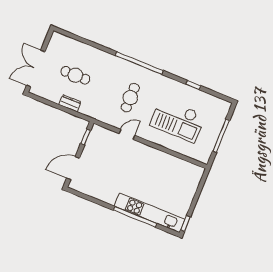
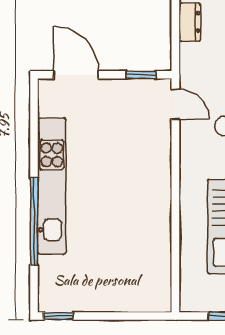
door: (127, 134) -> (175, 104), moved
kitchen unit: (150, 213) -> (52, 186), moved

